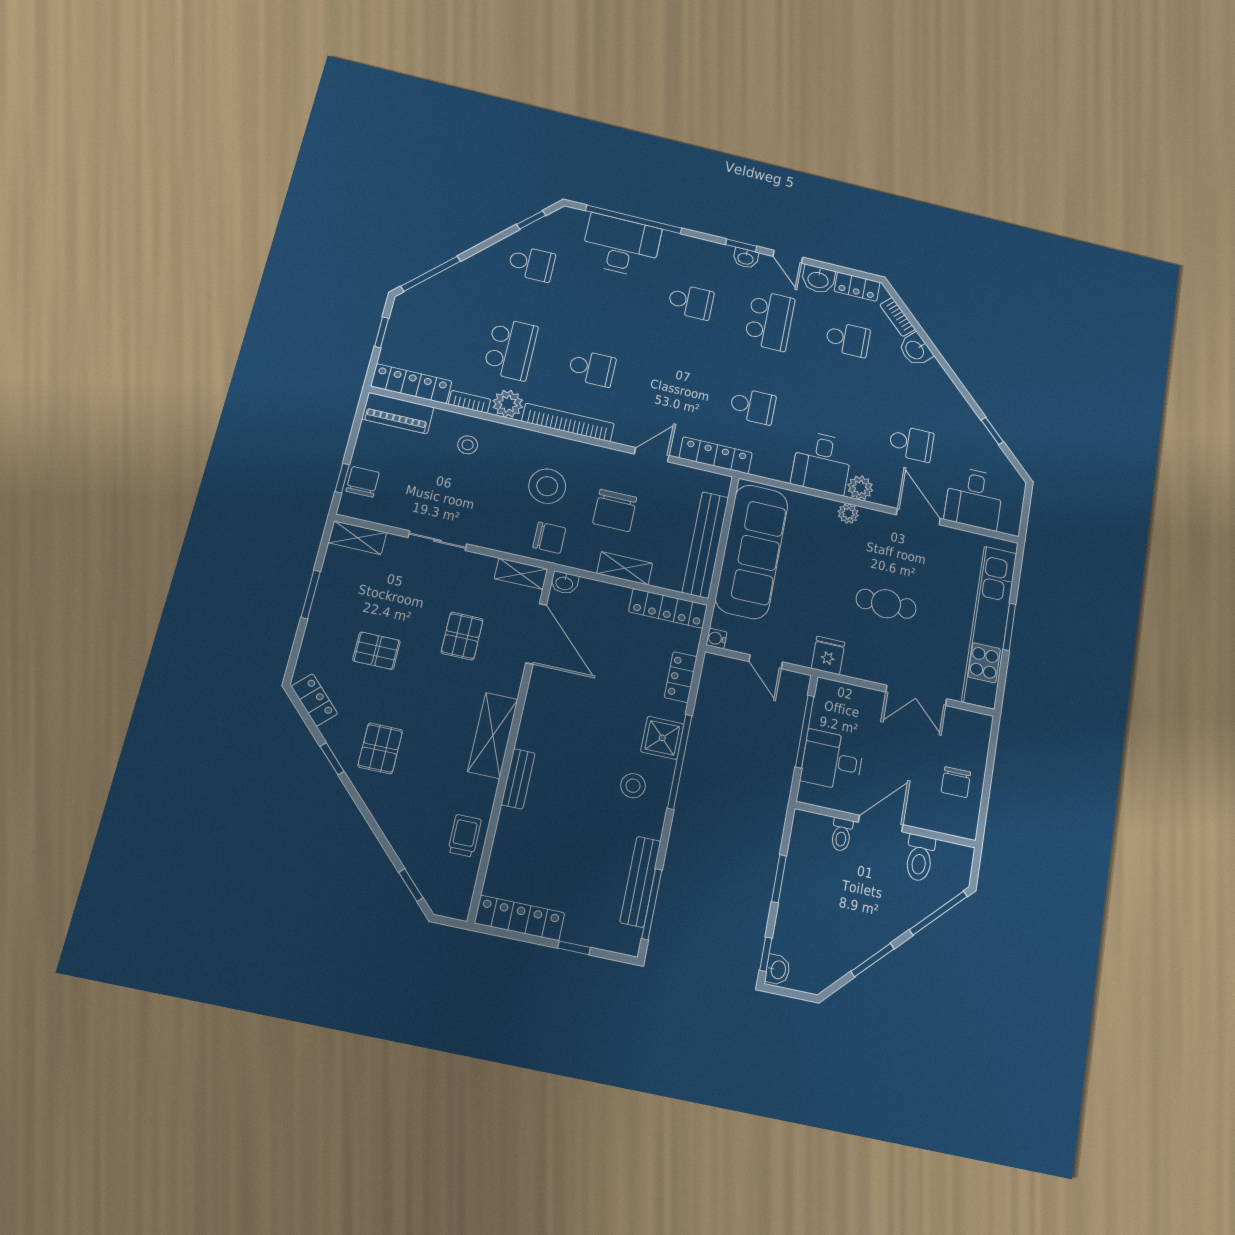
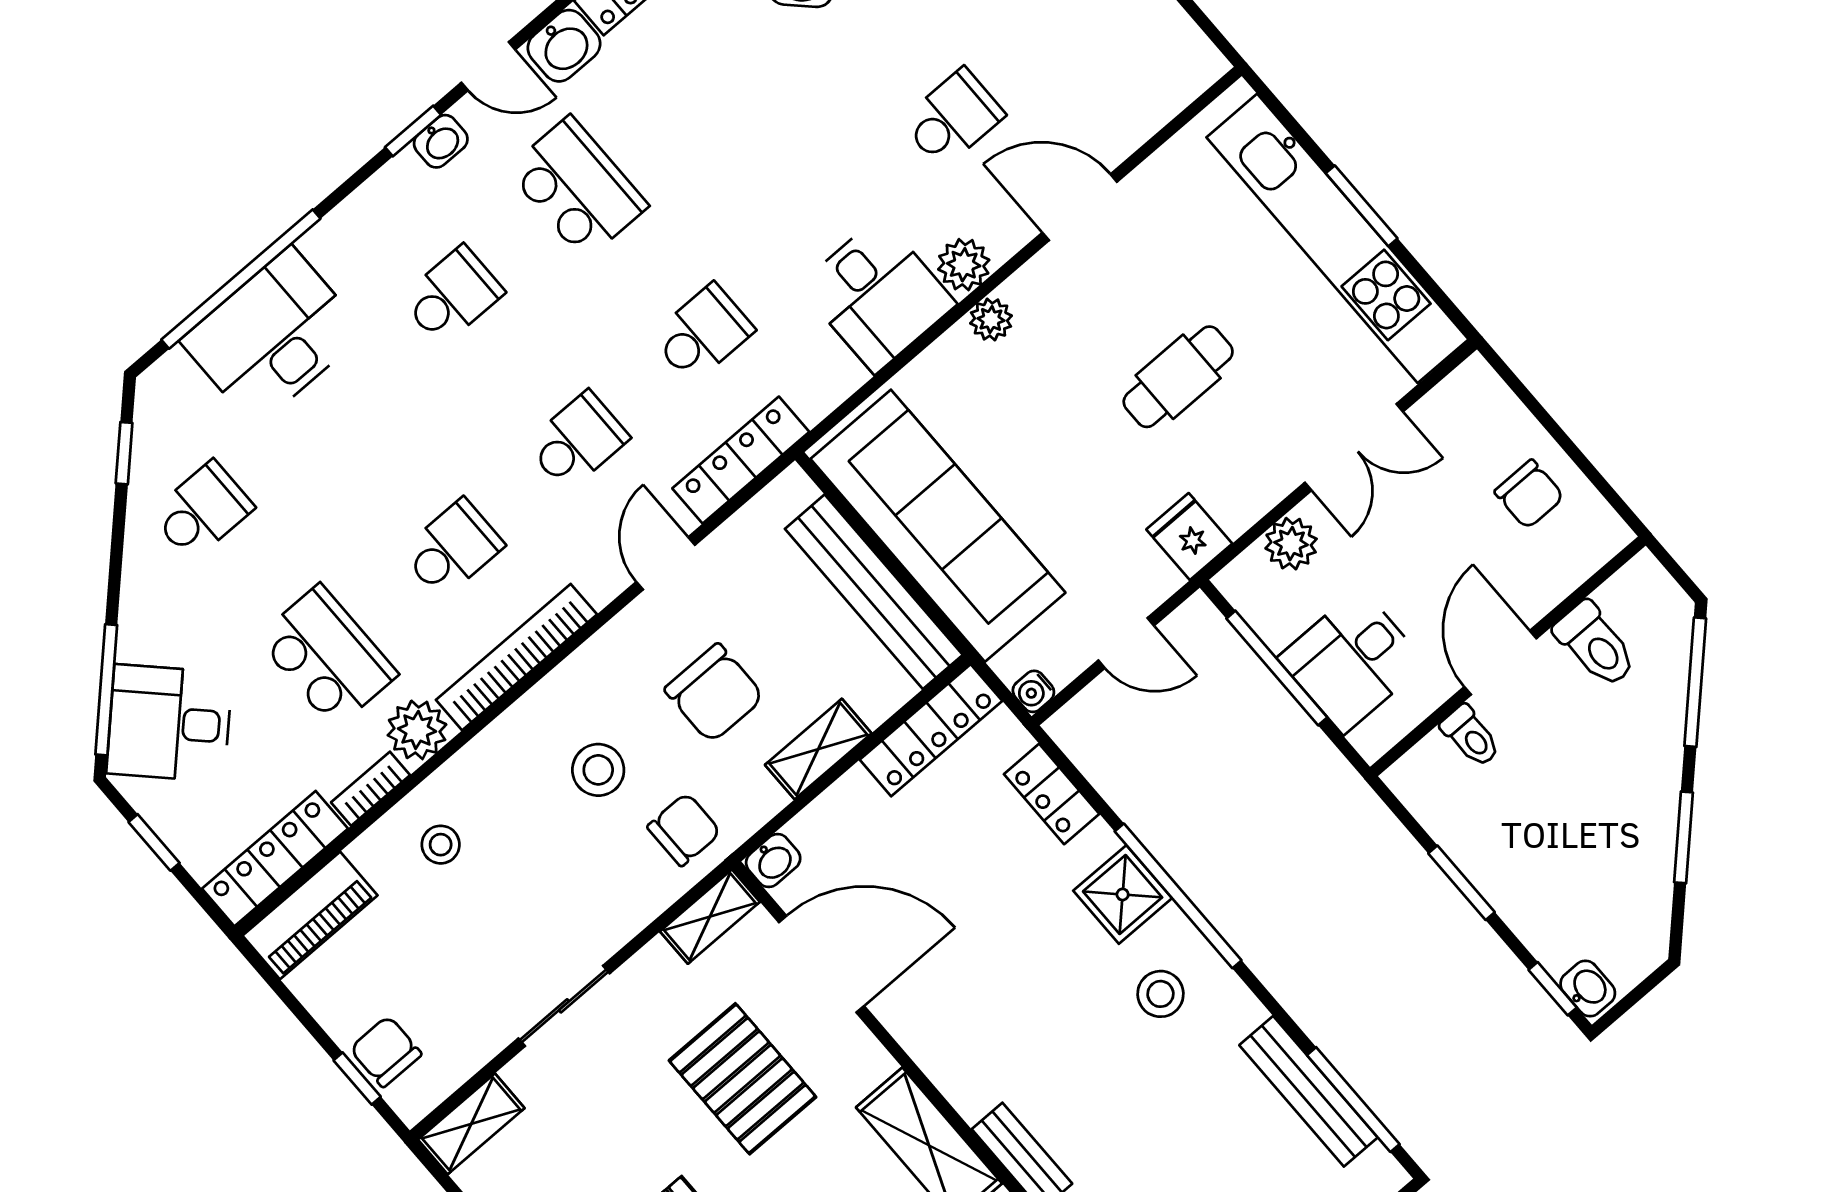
school desk: (848, 339) -> (577, 441), moved
stool: (547, 486) -> (598, 770), width x0.73, depth x0.73
desk: (974, 498) -> (169, 723), moved, turned 135
pallet: (462, 636) -> (743, 1079), width x1.50, depth x1.42
plant: (858, 699) -> (1291, 544), added

